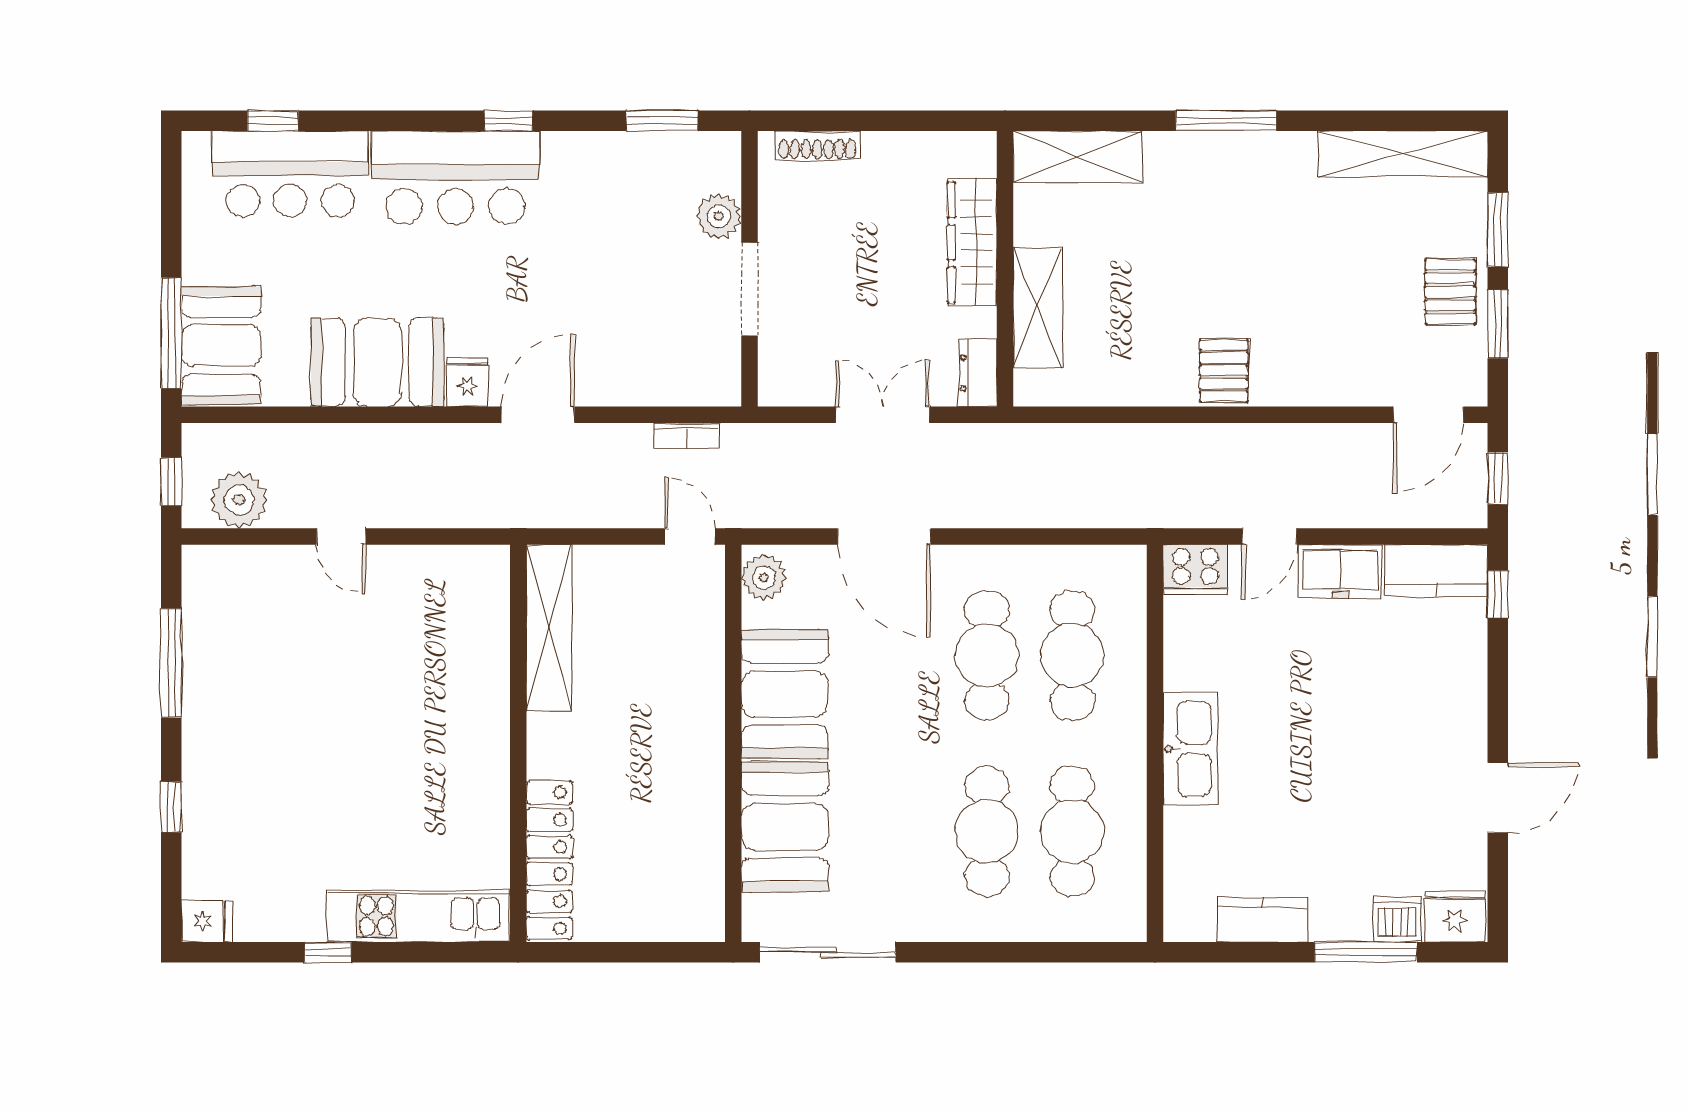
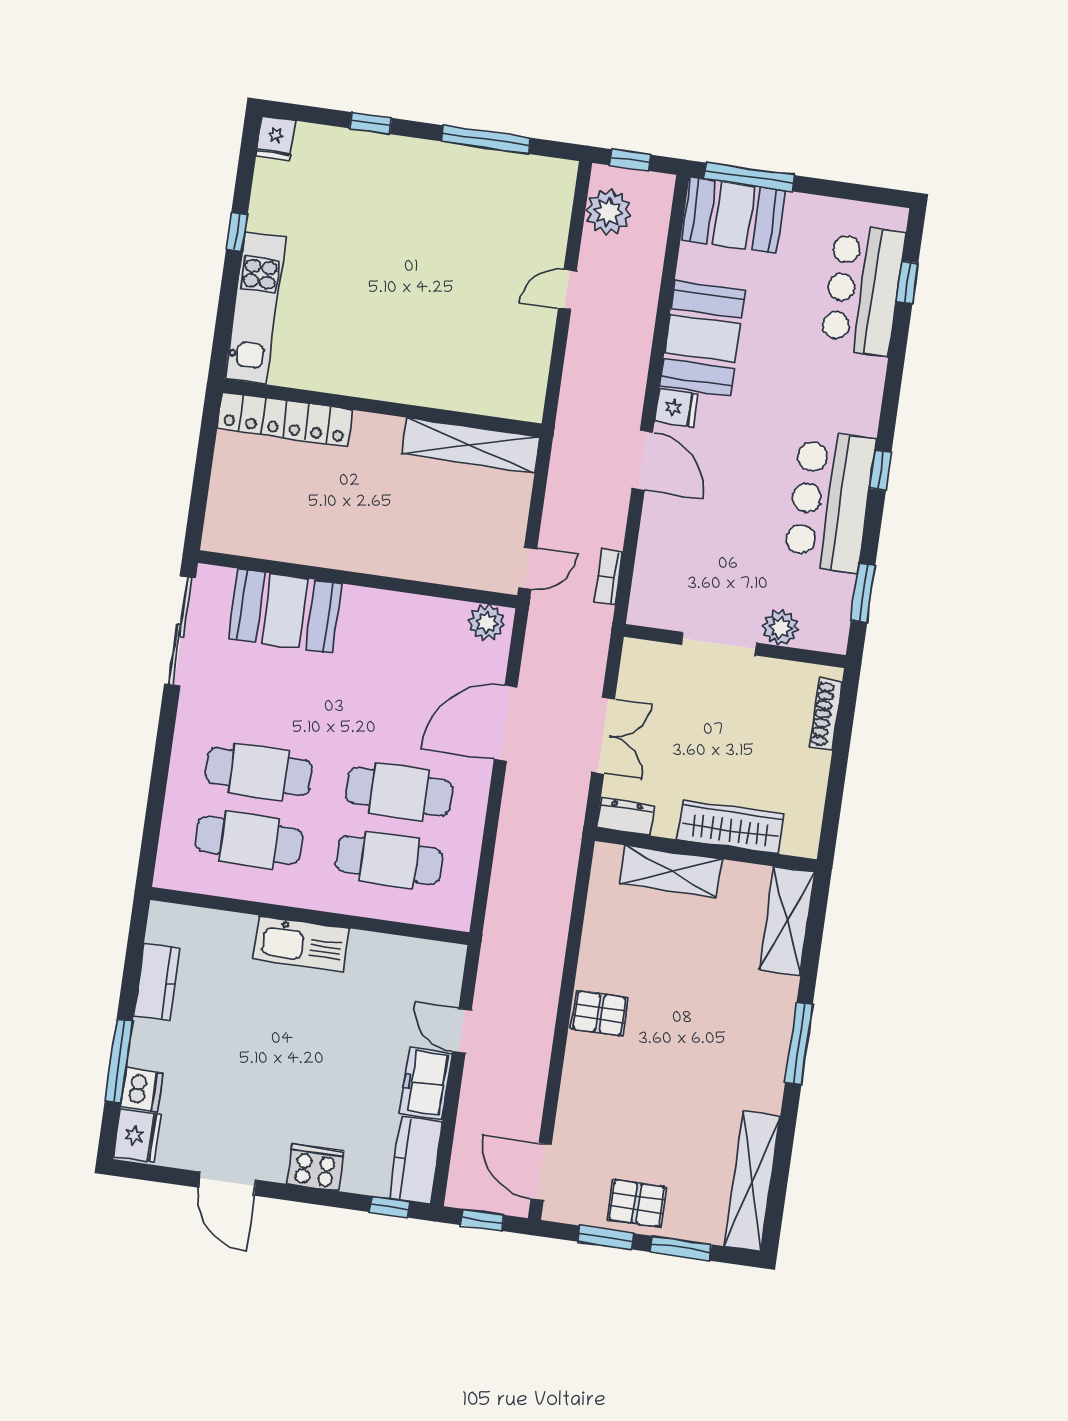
bar counter: (455, 178) -> (830, 501), moved
cooker: (1195, 569) -> (315, 1168), moved, turned 90
booth: (784, 694) -> (391, 626), removed

